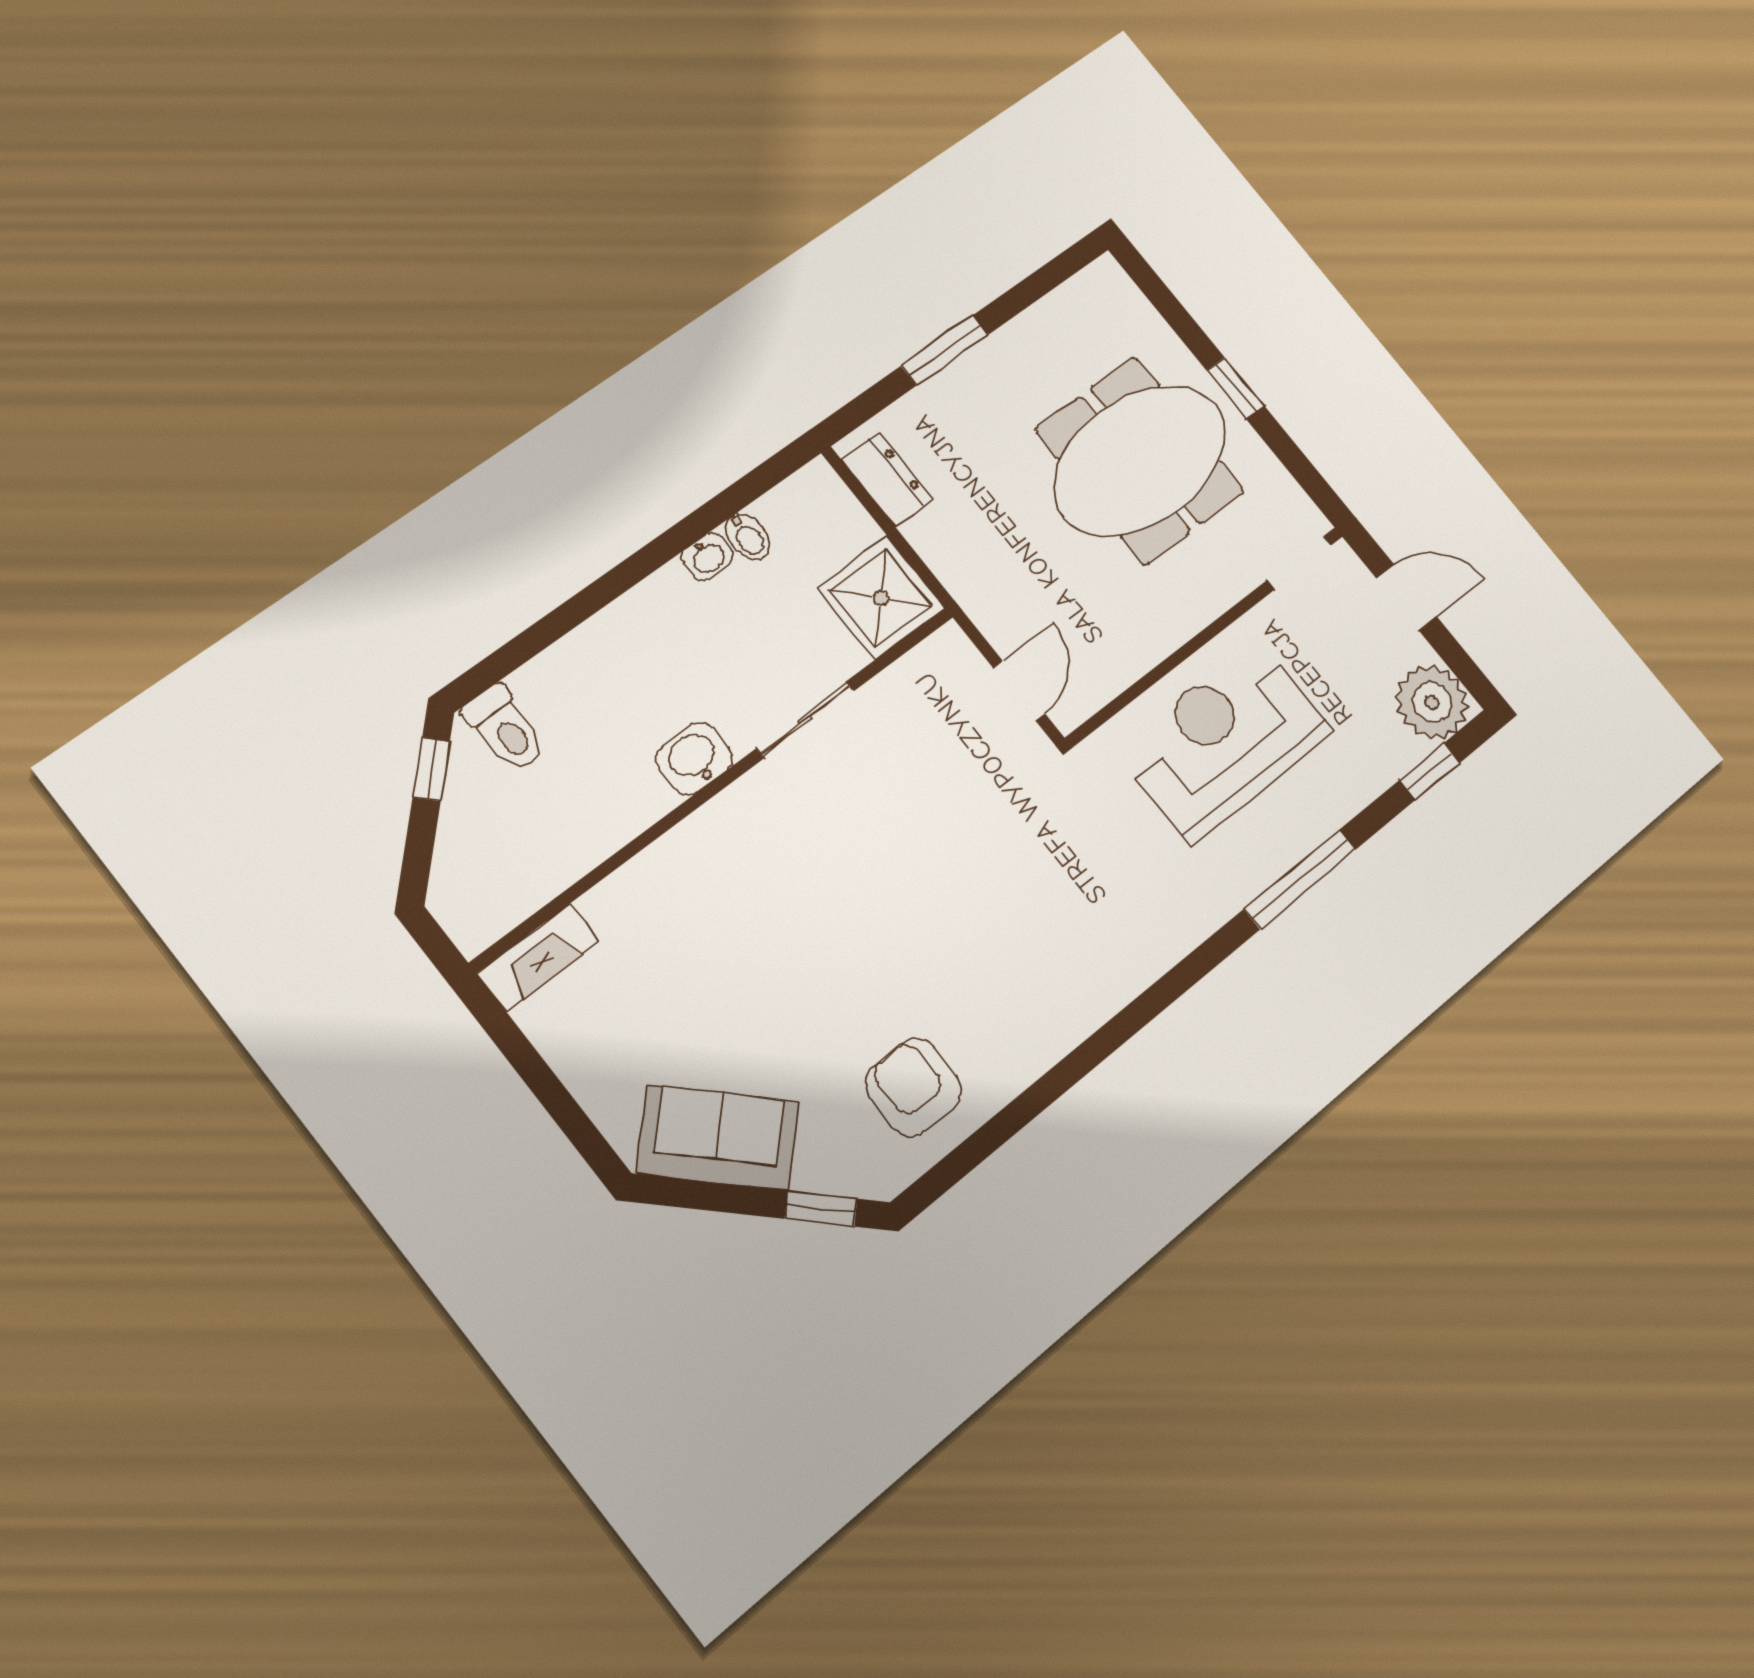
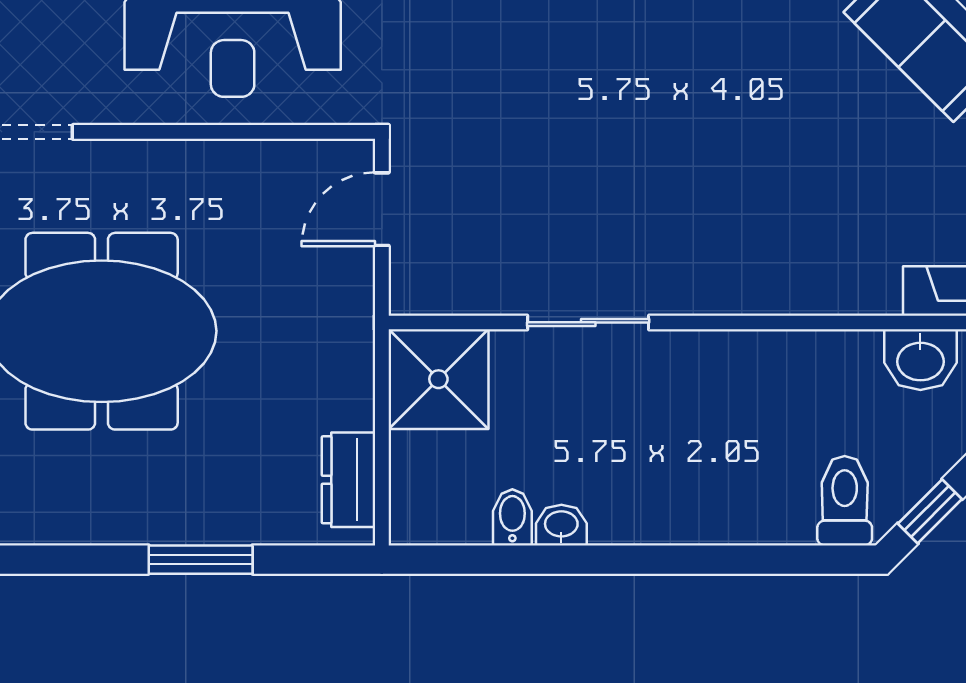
washbasin: (694, 758) -> (920, 360), moved

